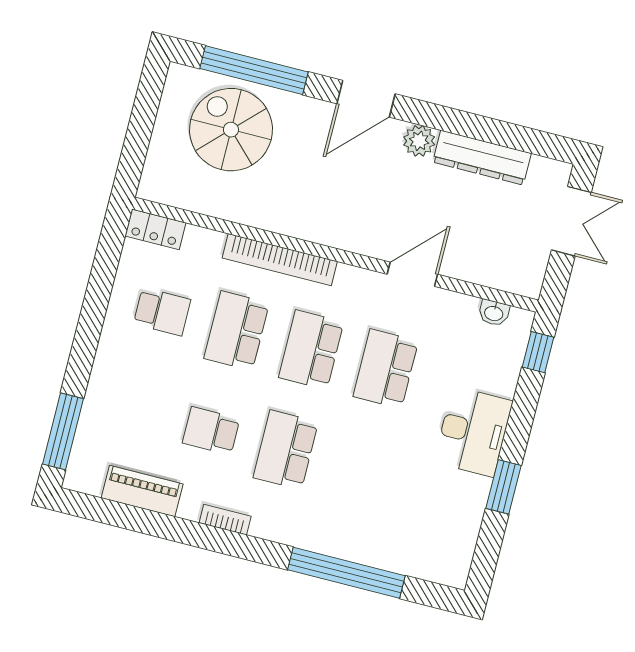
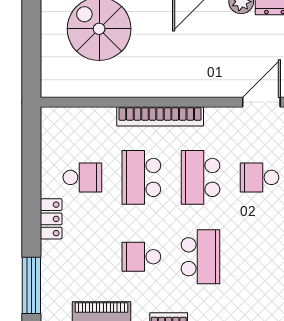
locker: (155, 229) -> (51, 219), moved, turned -90
school desk: (386, 369) -> (260, 177), width x0.54
school desk: (286, 450) -> (200, 257), turned 180

